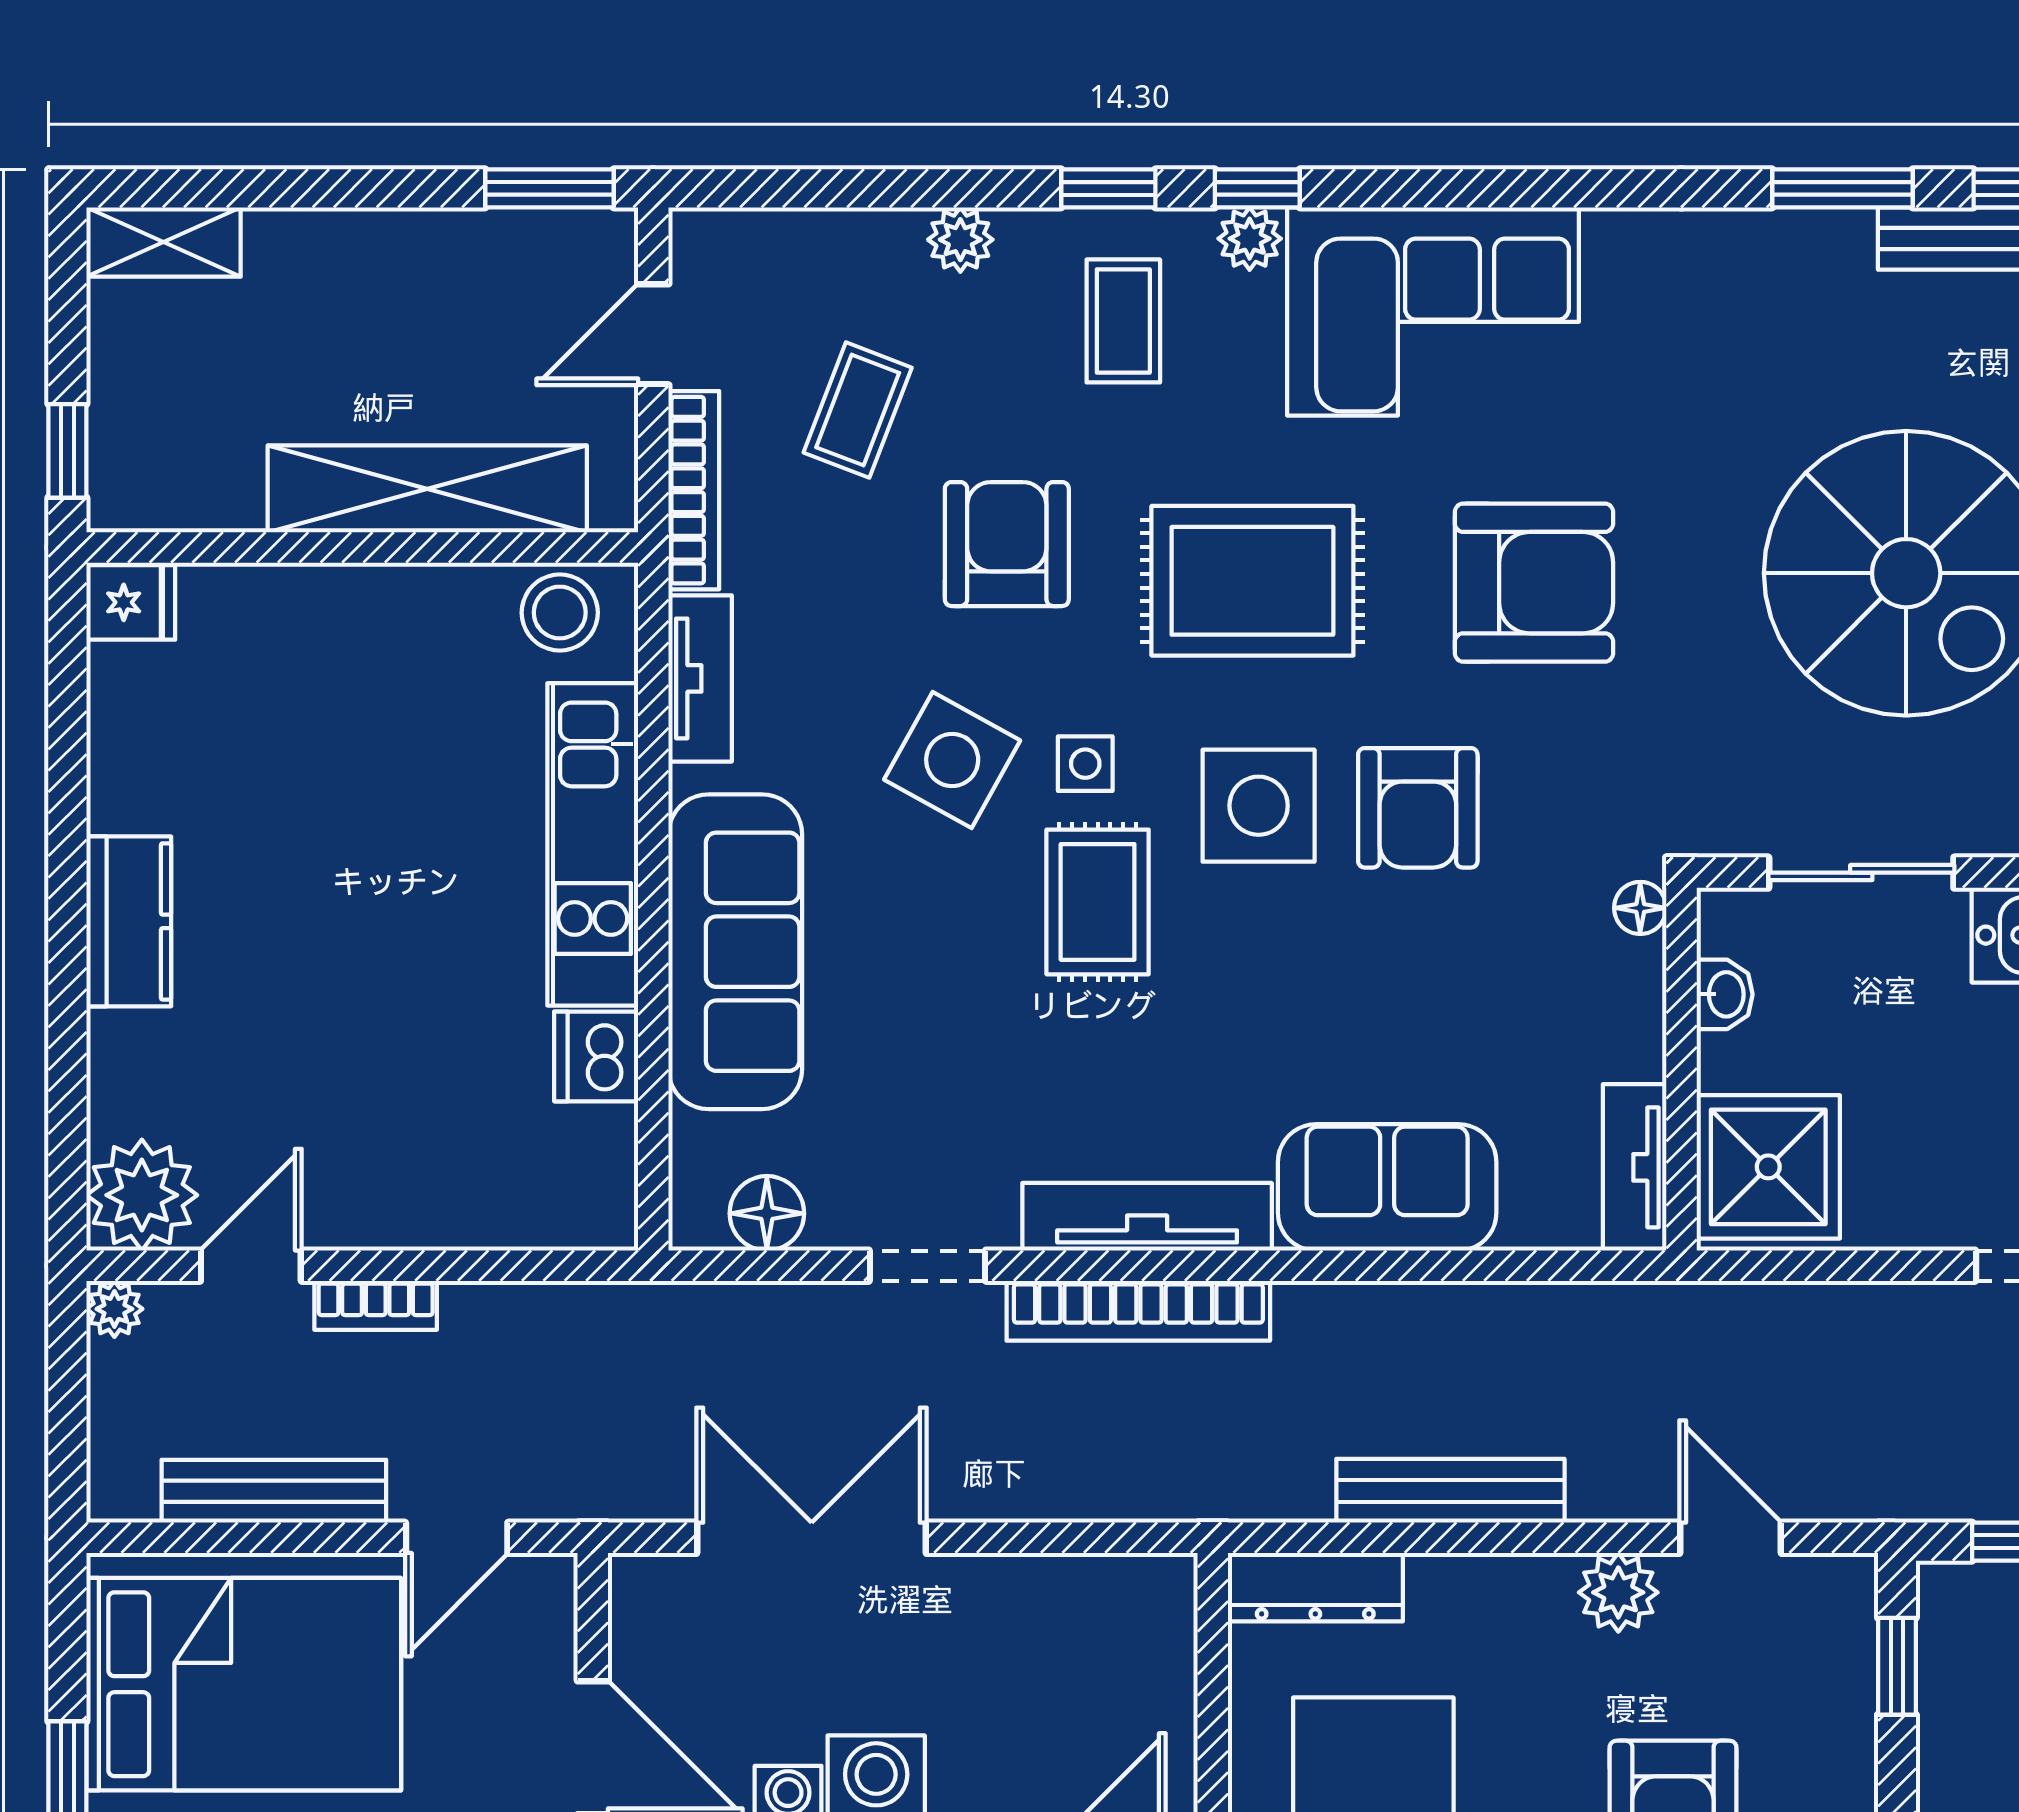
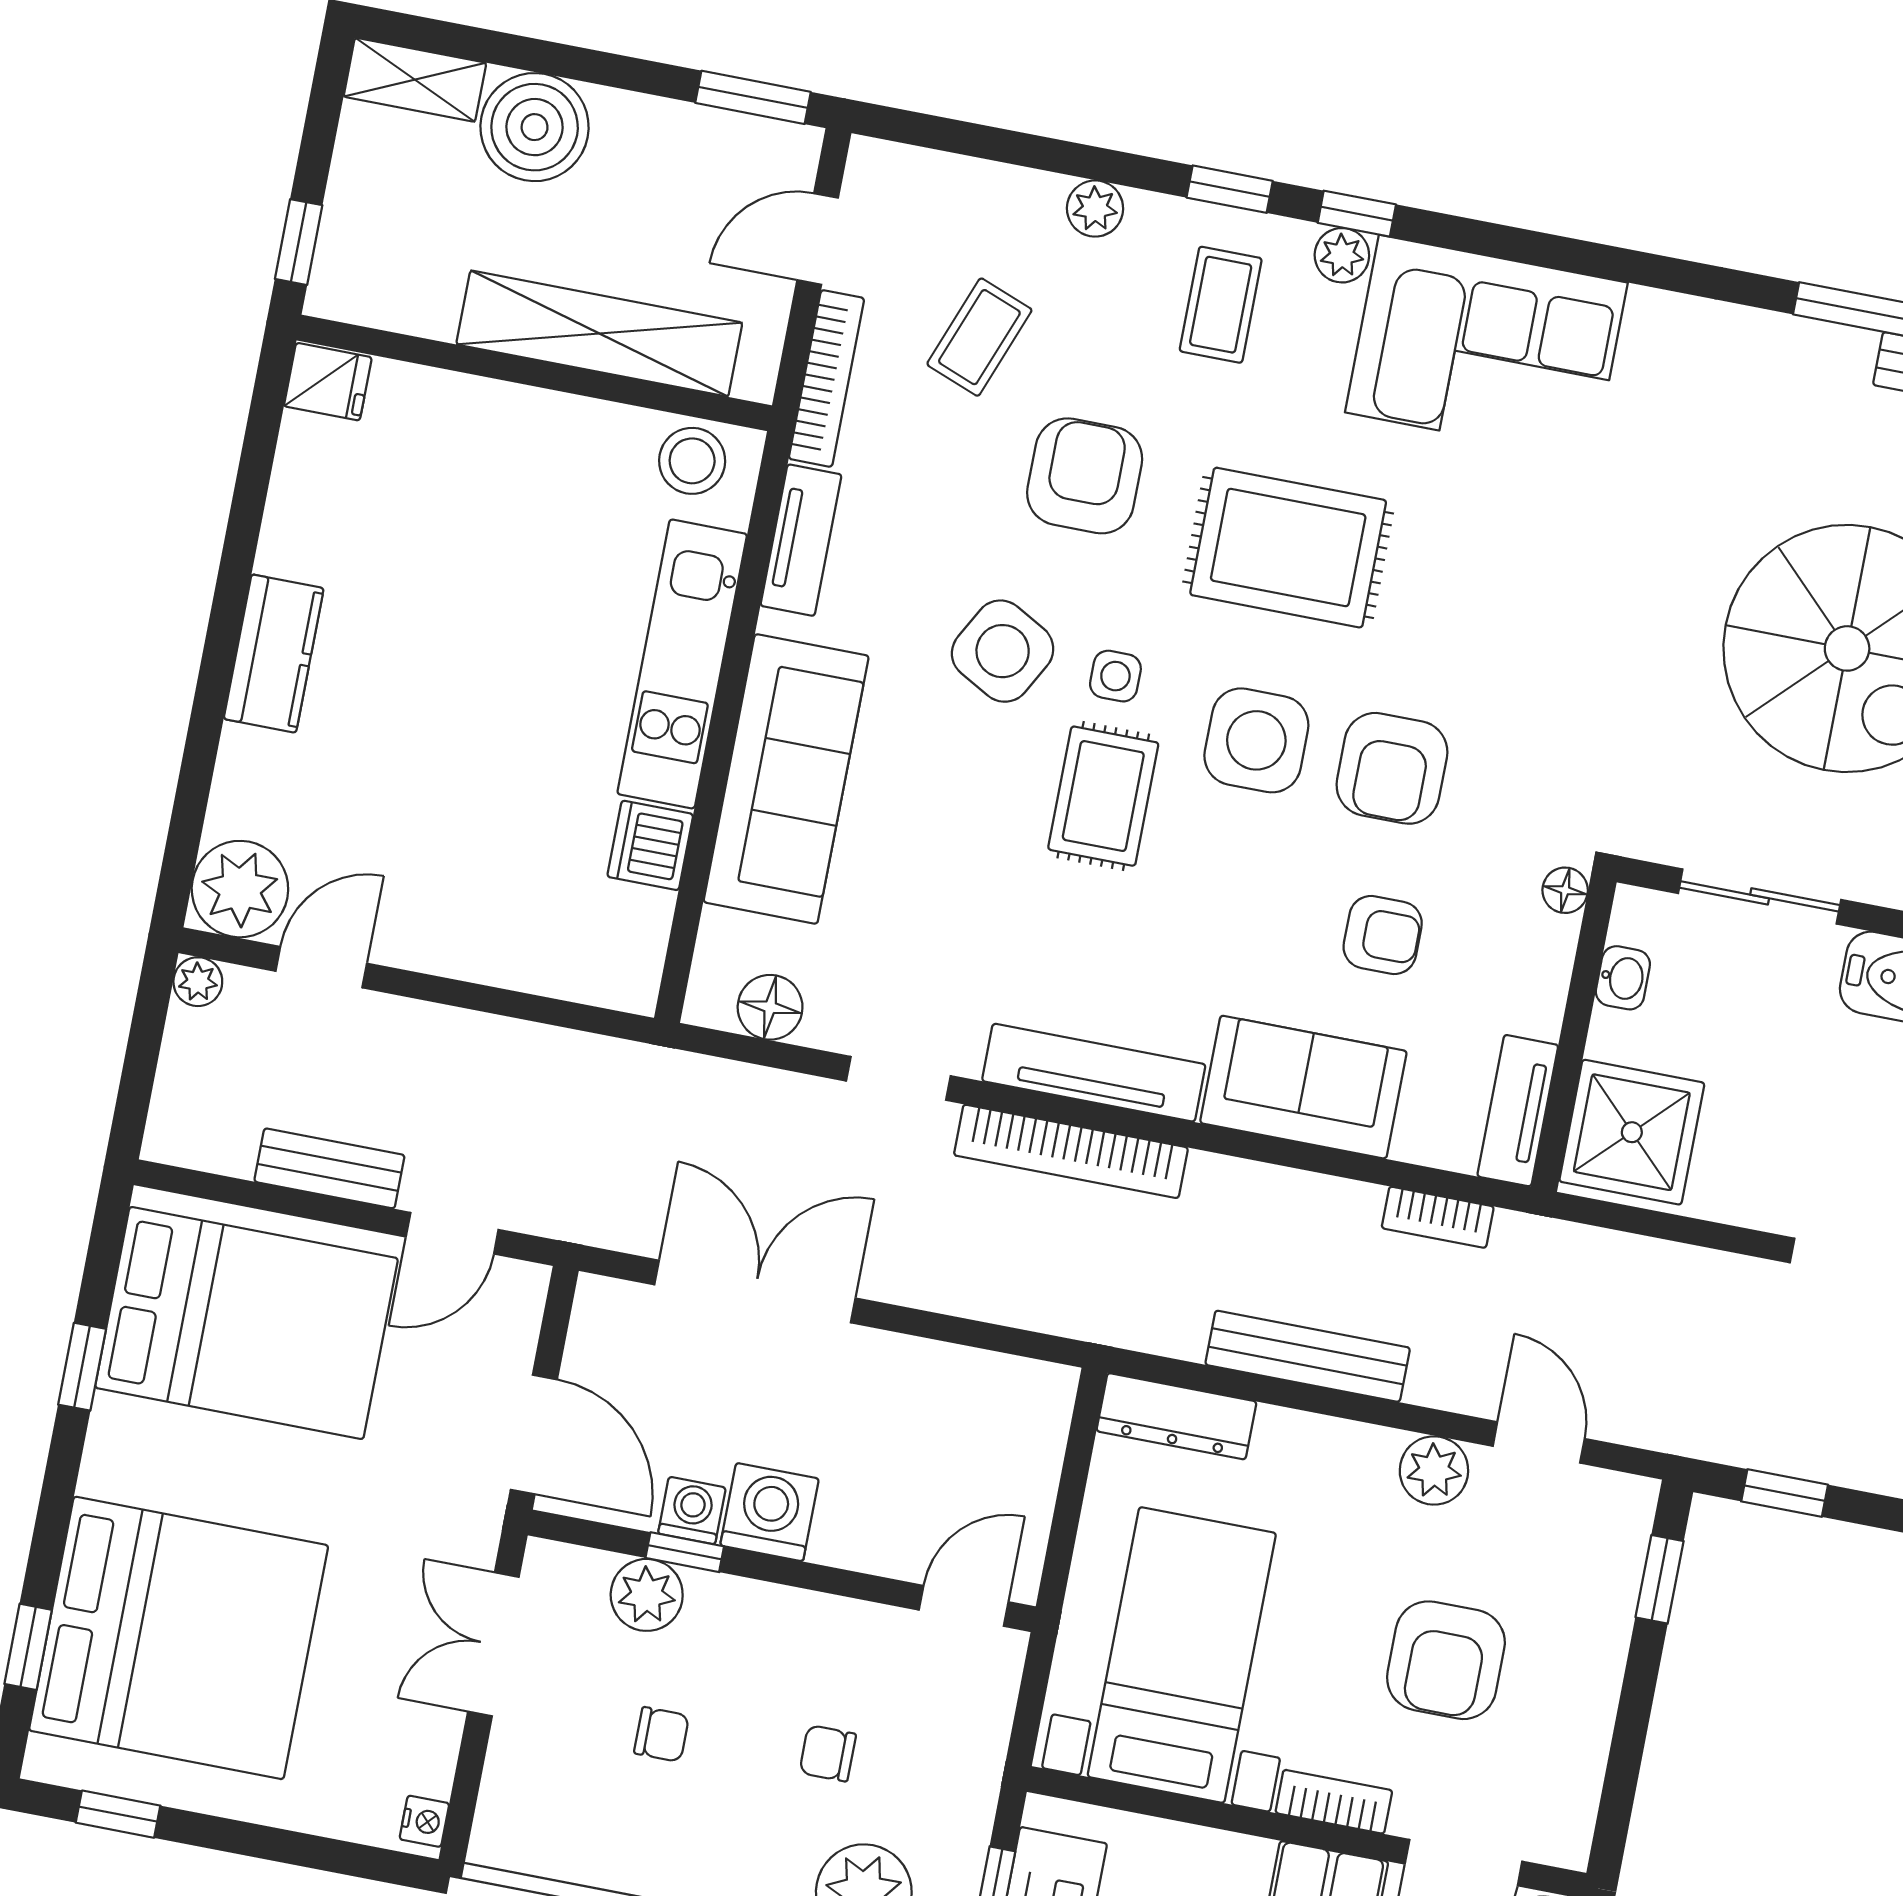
boiler: (309, 270) -> (535, 127), added
armchair: (1534, 583) -> (1383, 935), moved, width x0.53, depth x0.53
bookcase: (376, 1305) -> (1438, 1217), moved
bench: (274, 1491) -> (329, 1168), width x0.73

